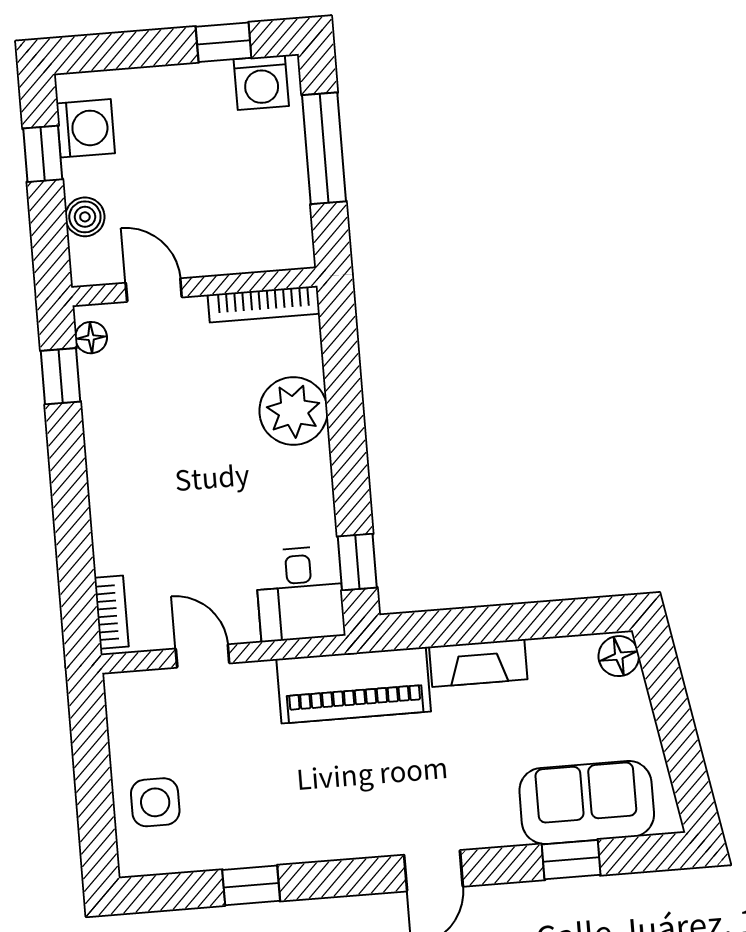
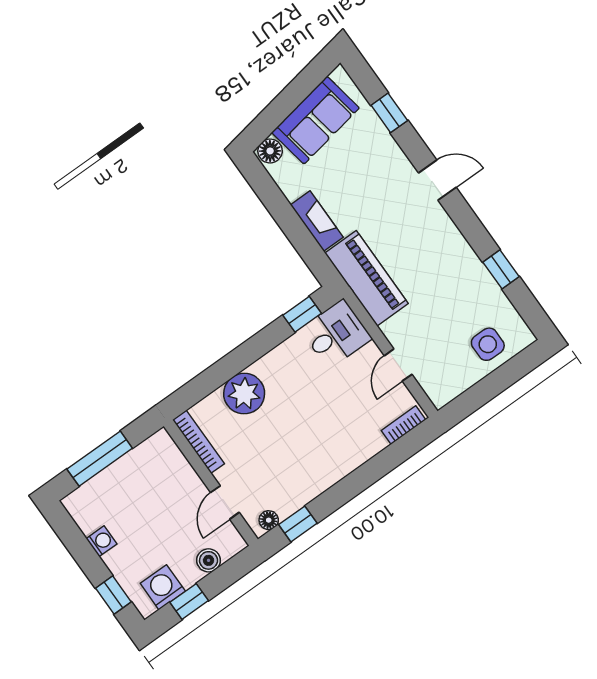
window: (224, 42) -> (113, 595), moved
washing machine: (261, 83) -> (102, 541), moved, width x0.73, depth x0.73
sofa: (587, 802) -> (316, 120), moved, turned -100

